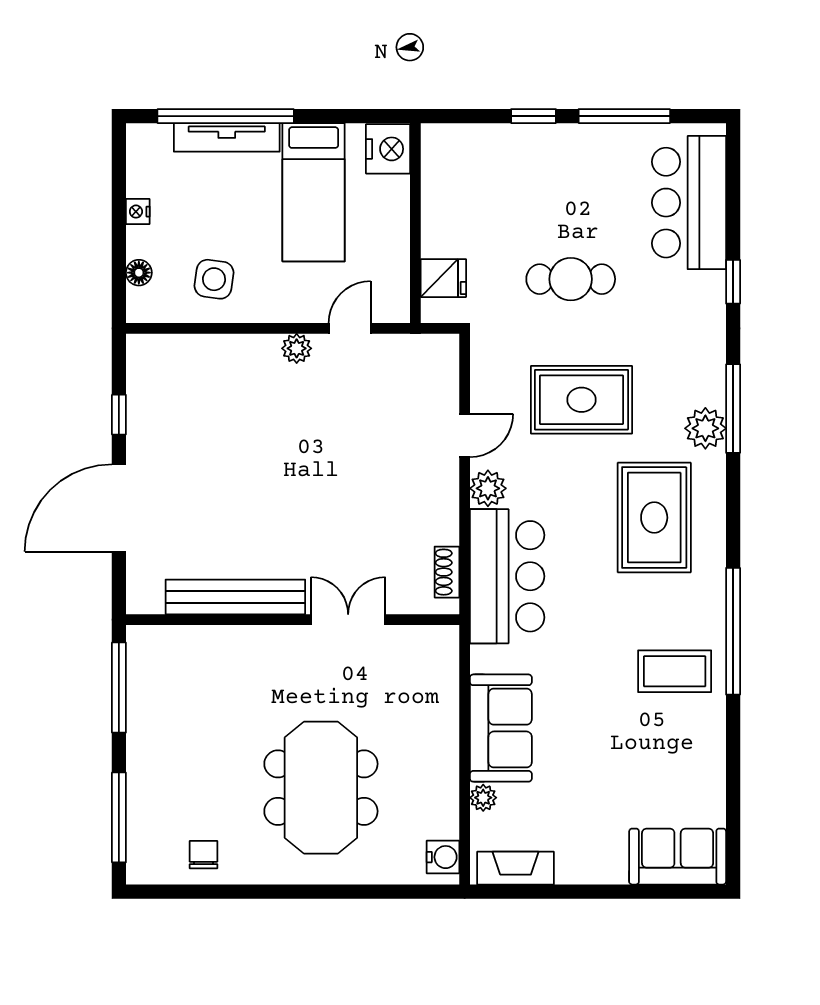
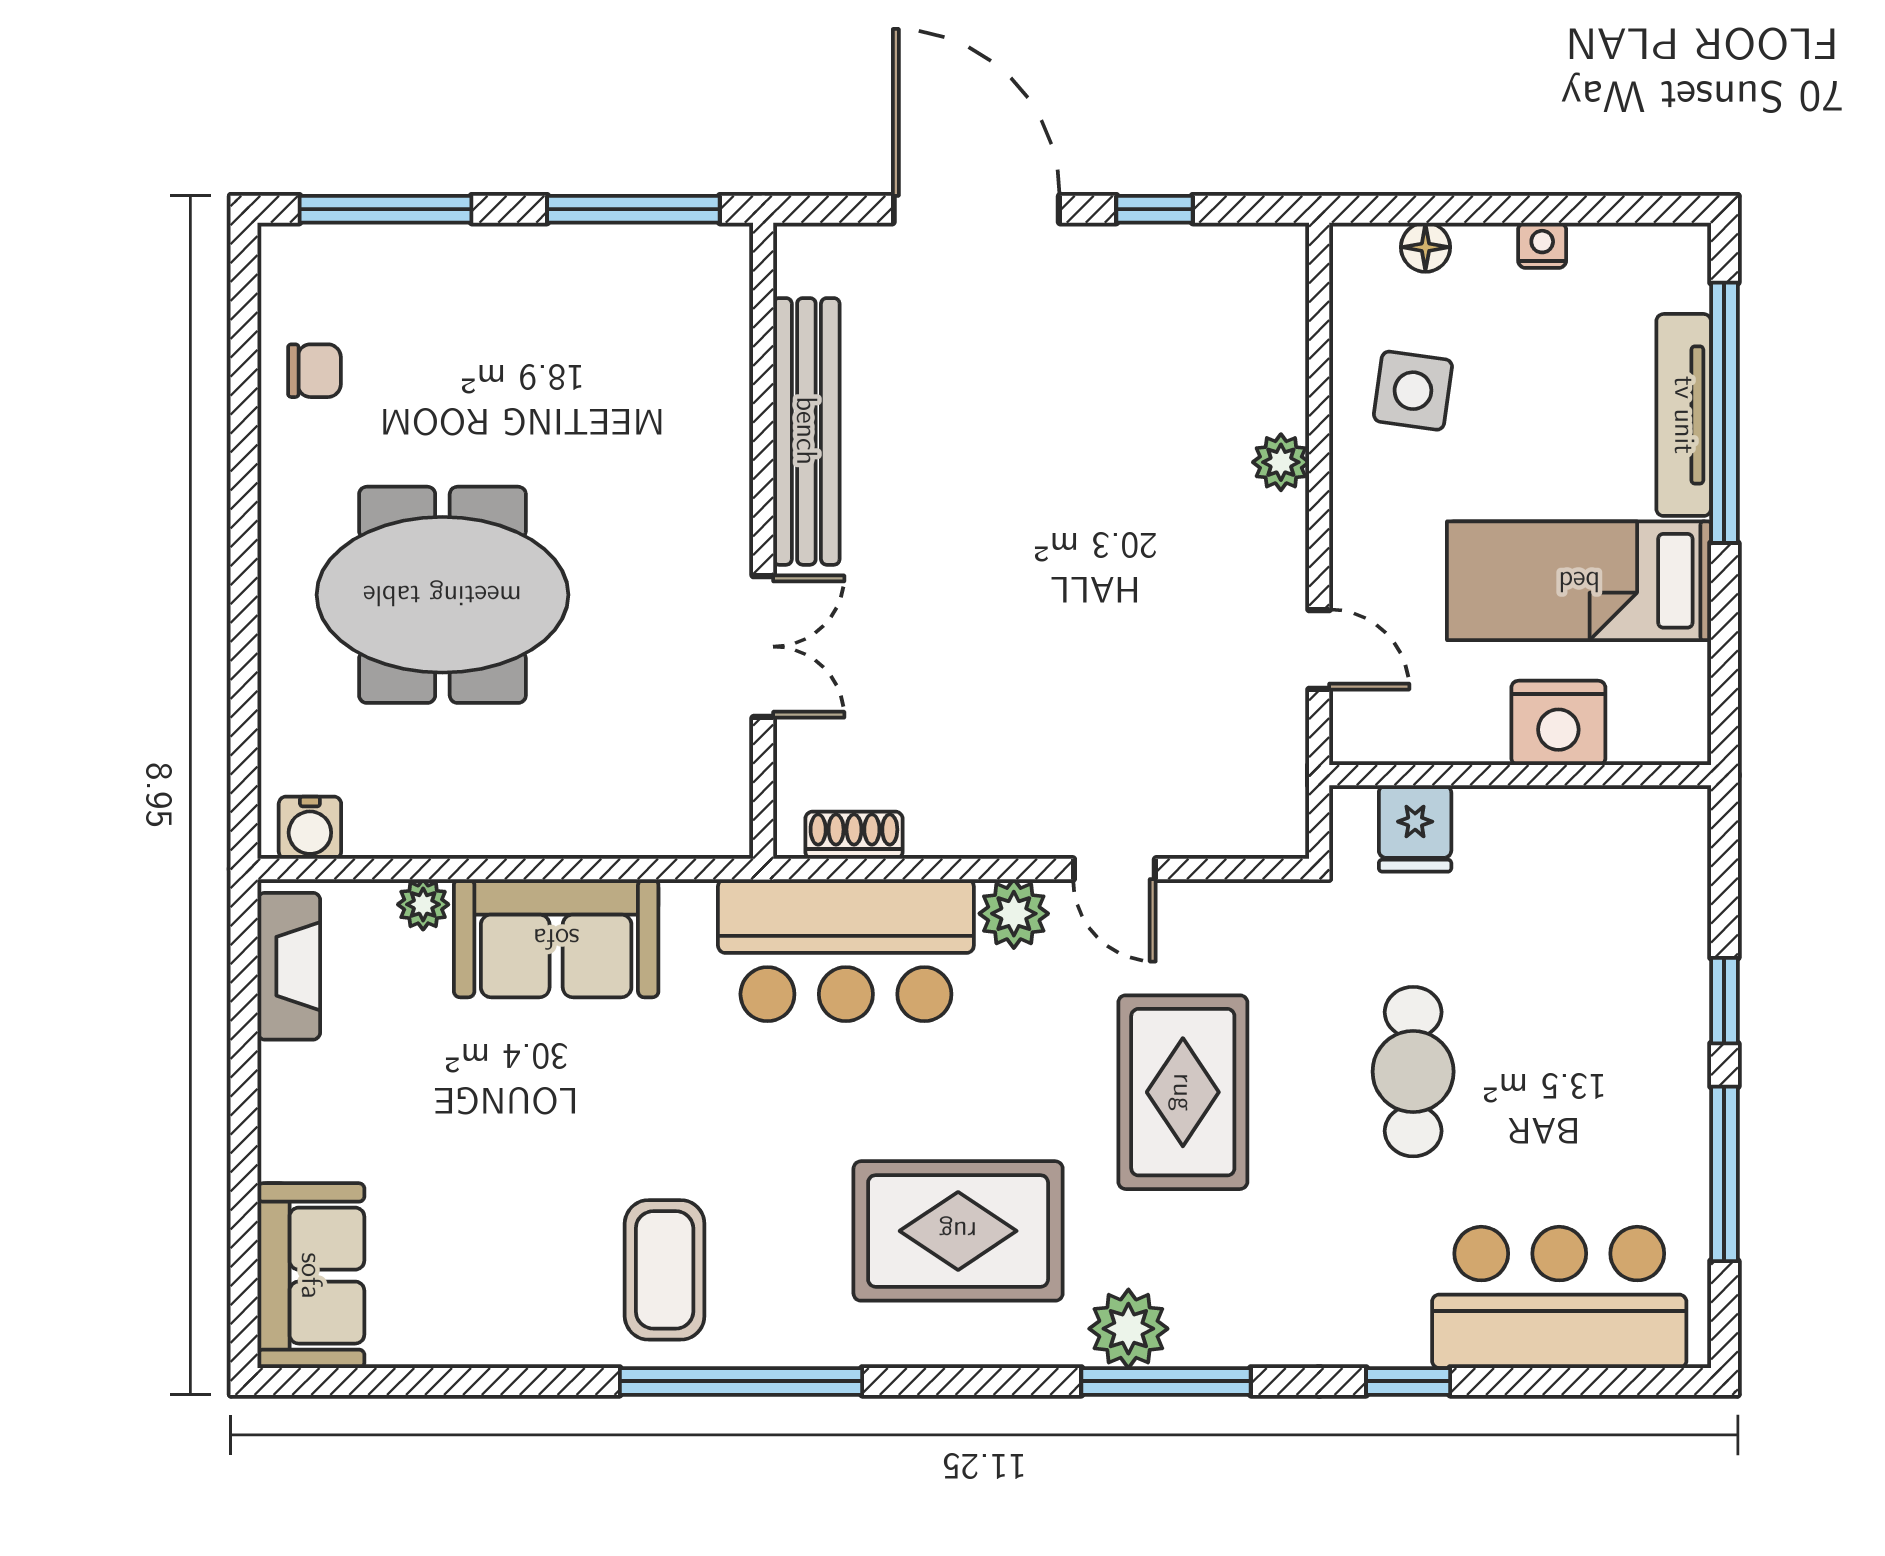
nightstand: (388, 149) -> (1558, 723), moved
plant: (297, 348) -> (1281, 462), moved

